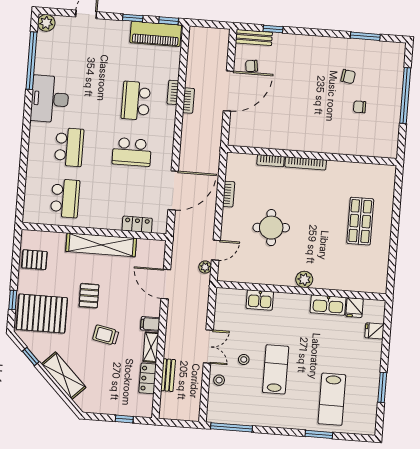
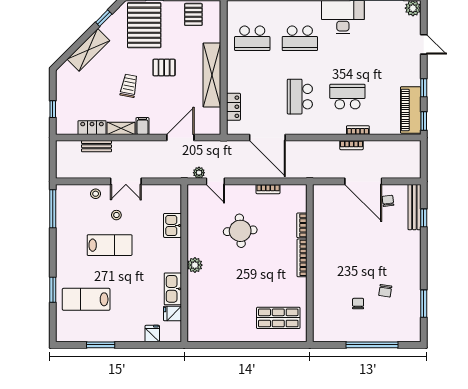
bench: (254, 38) -> (414, 207), width x1.36
shop shelf: (360, 221) -> (278, 318), moved

